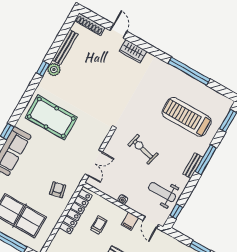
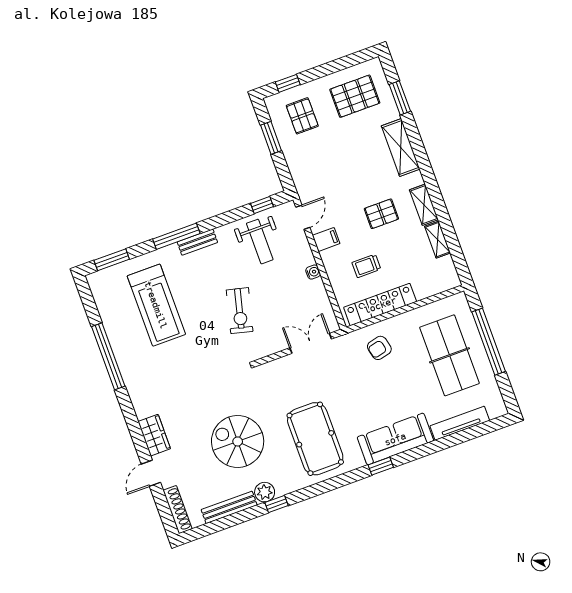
spiral stairs: (89, 83) -> (238, 441), added

